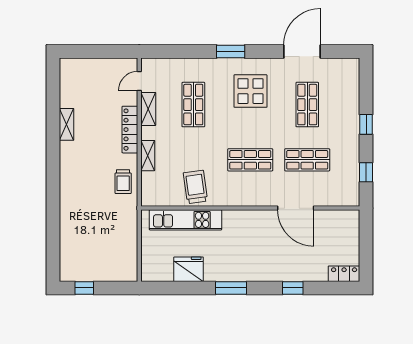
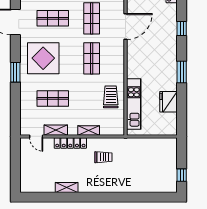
display table: (250, 91) -> (43, 58), width x1.36, depth x1.36
trolley: (123, 182) -> (103, 157), moved
trolley: (195, 187) -> (111, 97), turned 98

